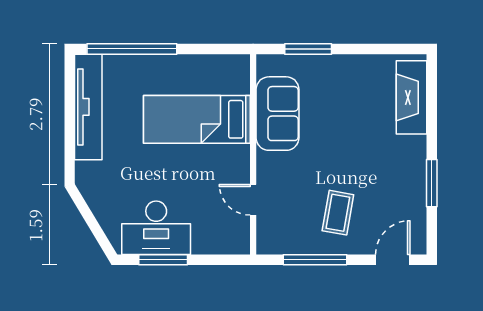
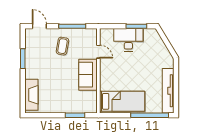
sofa: (278, 114) -> (88, 75), moved
bed: (197, 119) -> (122, 101), moved
desk: (156, 228) -> (128, 40), moved
door: (393, 260) -> (39, 26), swing flipped

